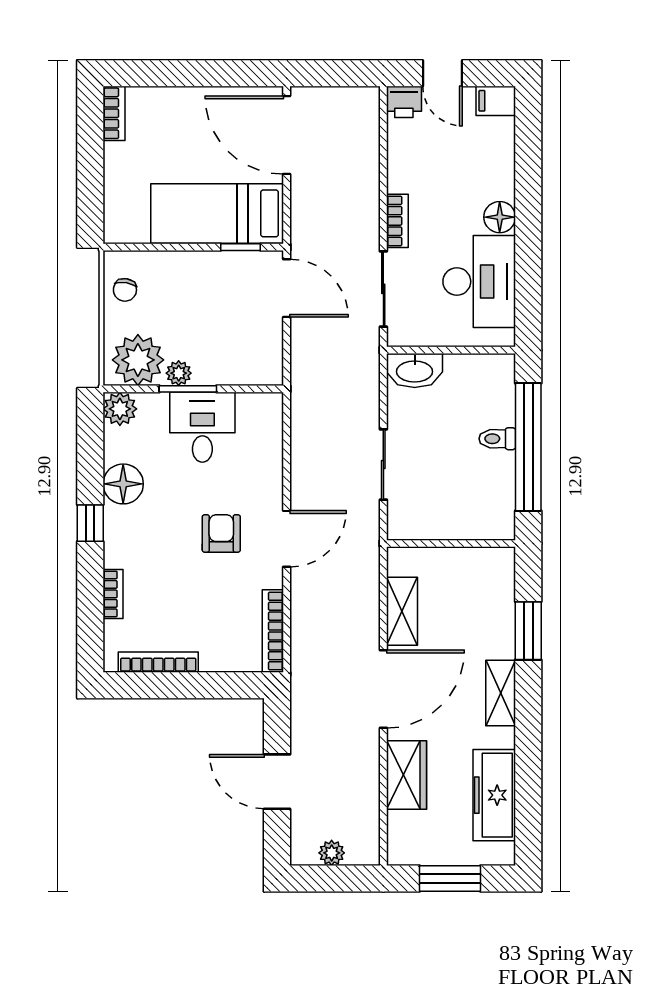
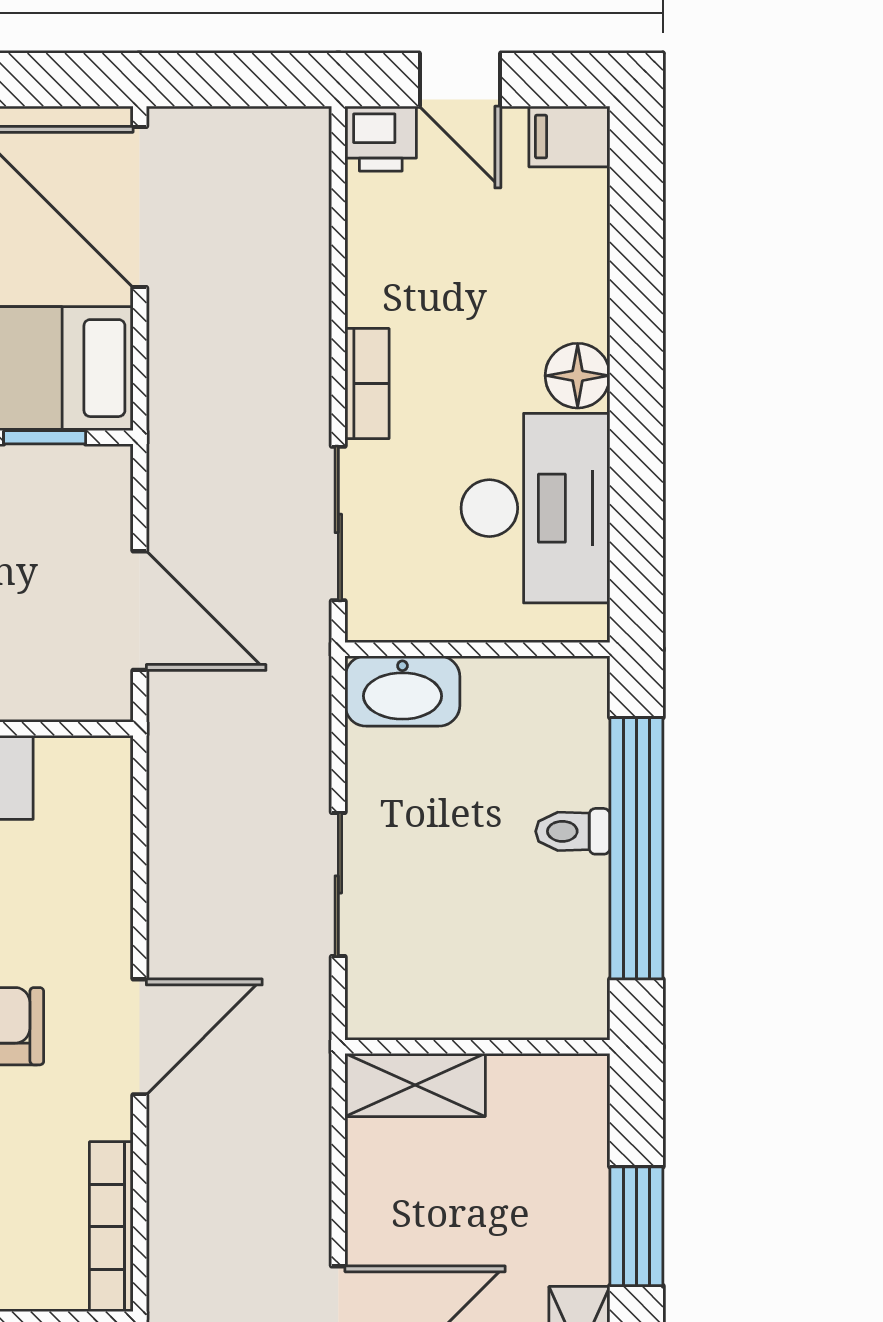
door: (287, 288) -> (140, 611), moved
shelving: (402, 611) -> (415, 1085), moved, turned 90

